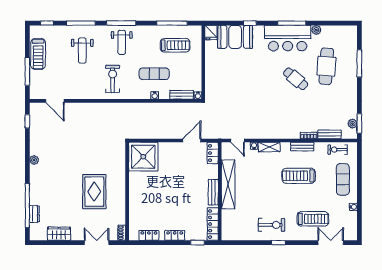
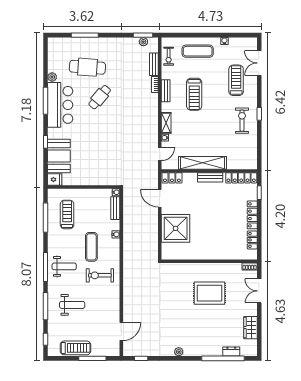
exercise mat: (154, 74) -> (91, 247), moved
shower: (143, 157) -> (176, 228), moved
locker: (175, 235) -> (252, 215), width x1.53

